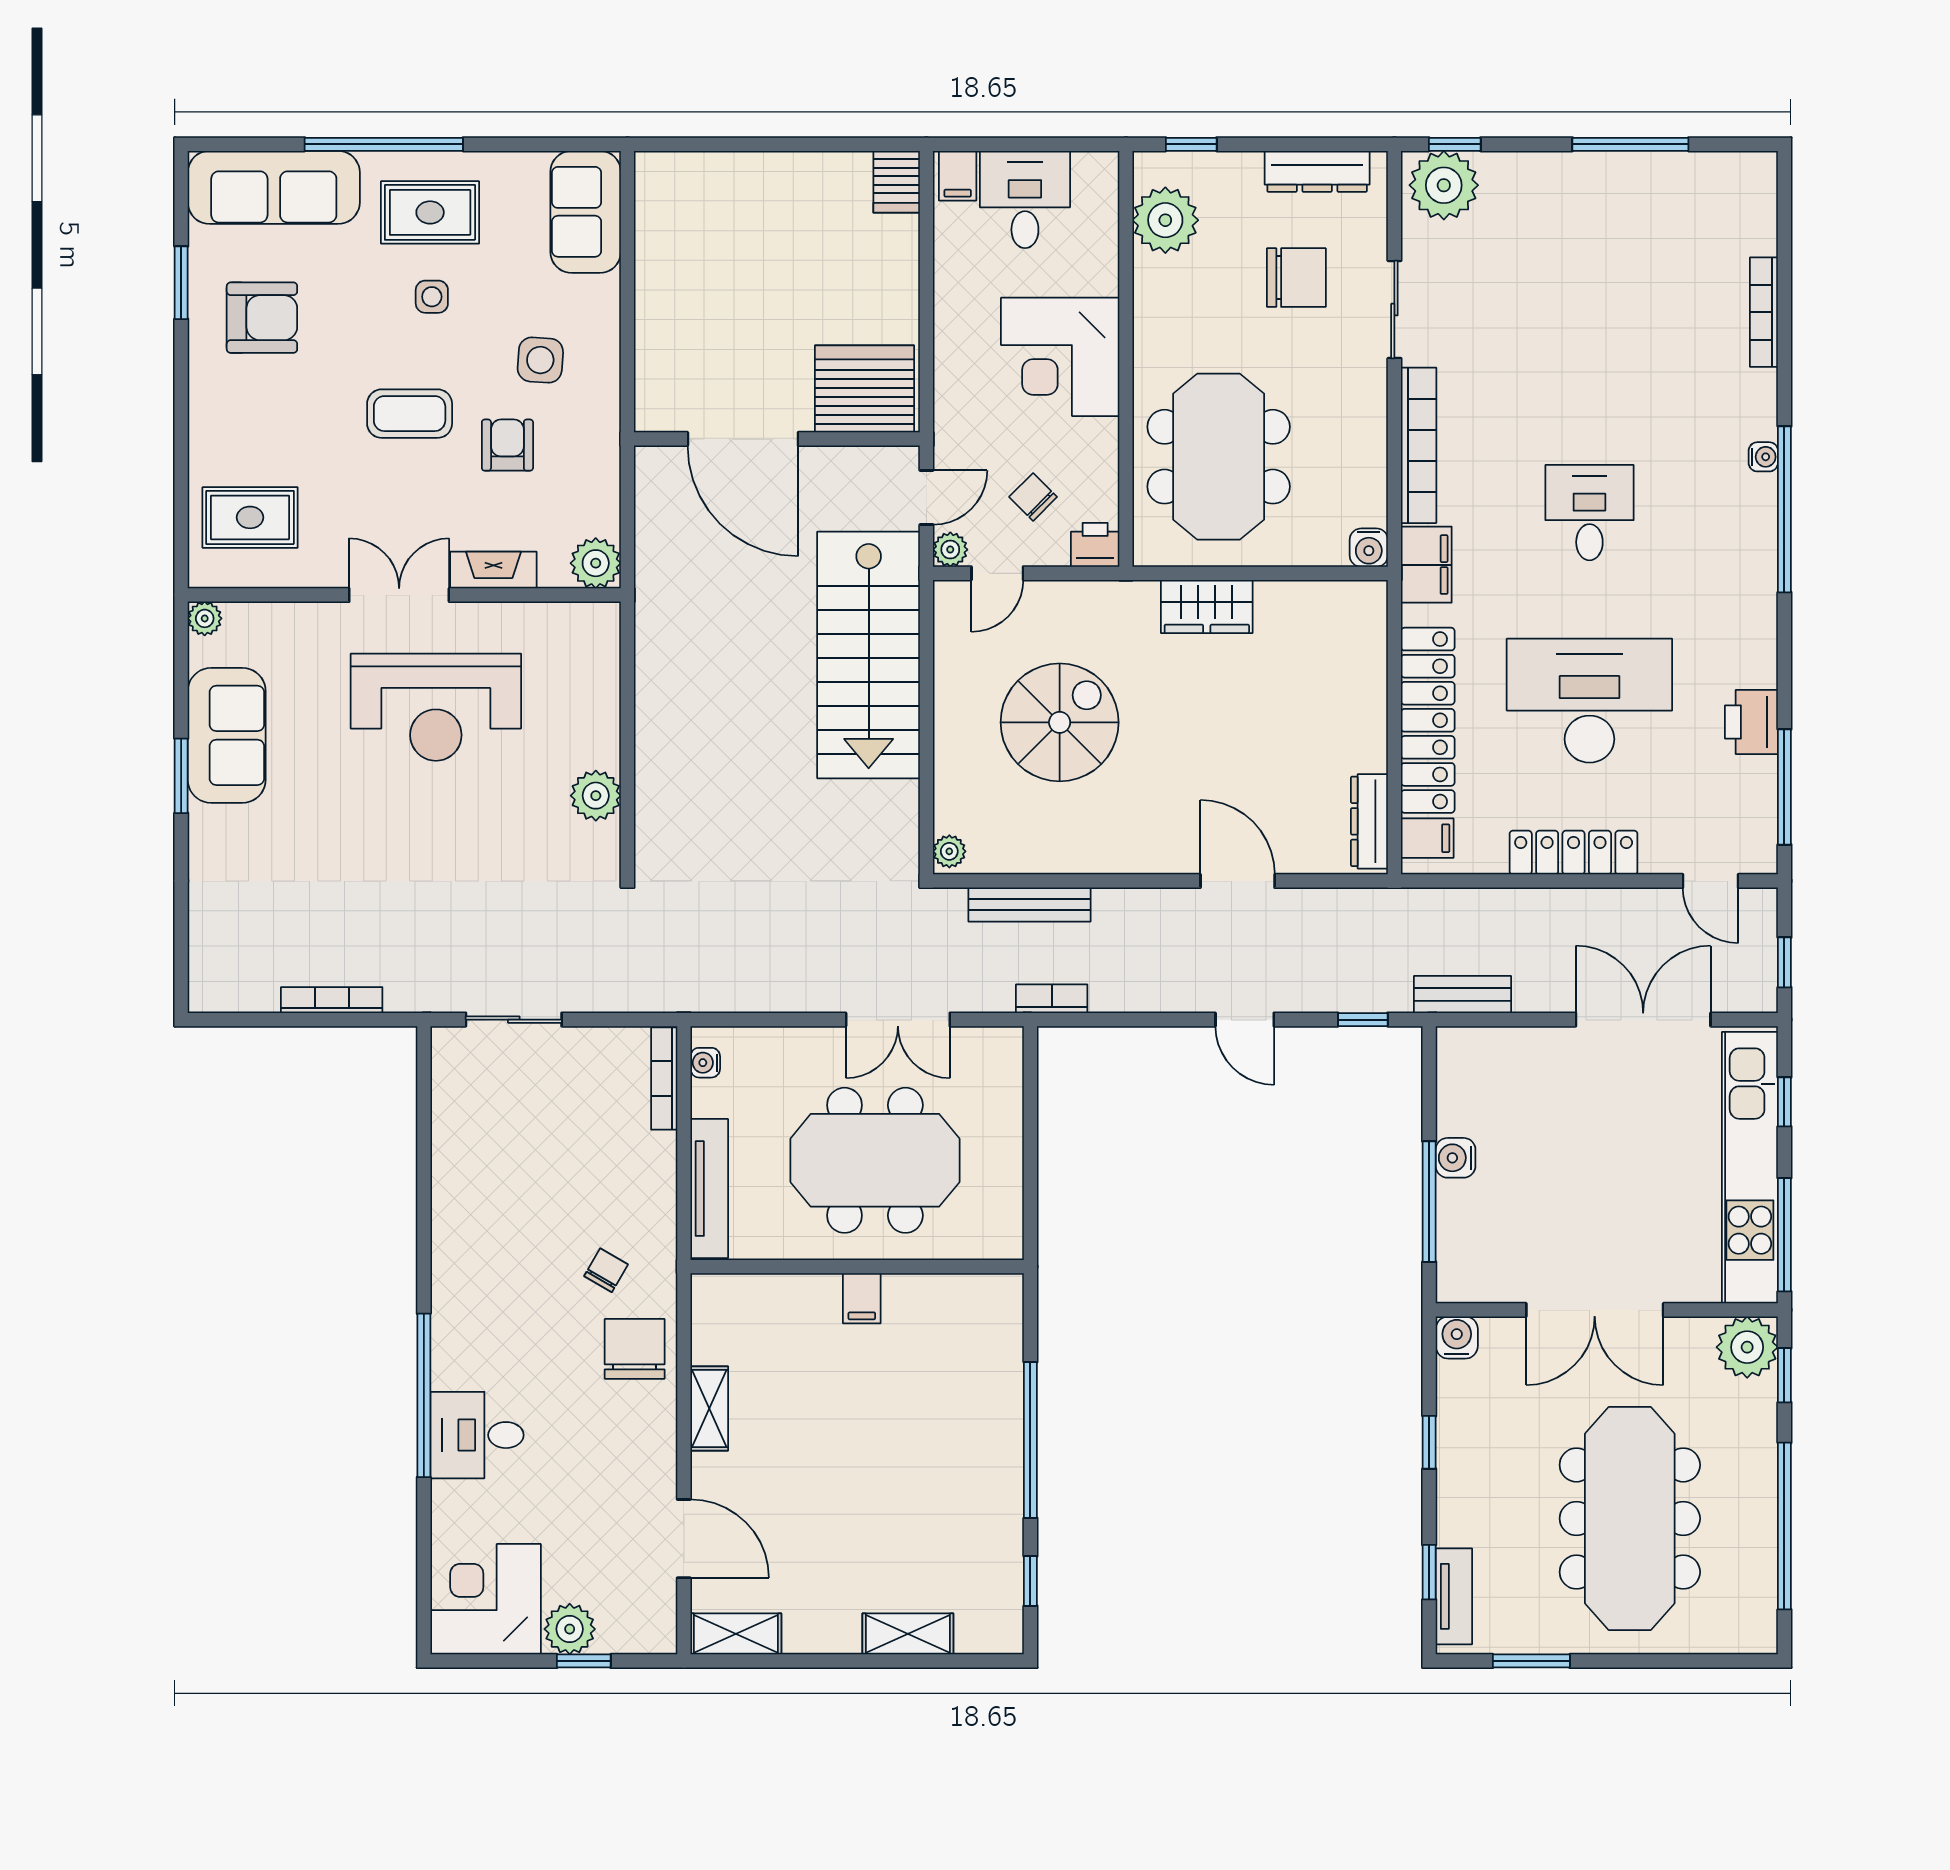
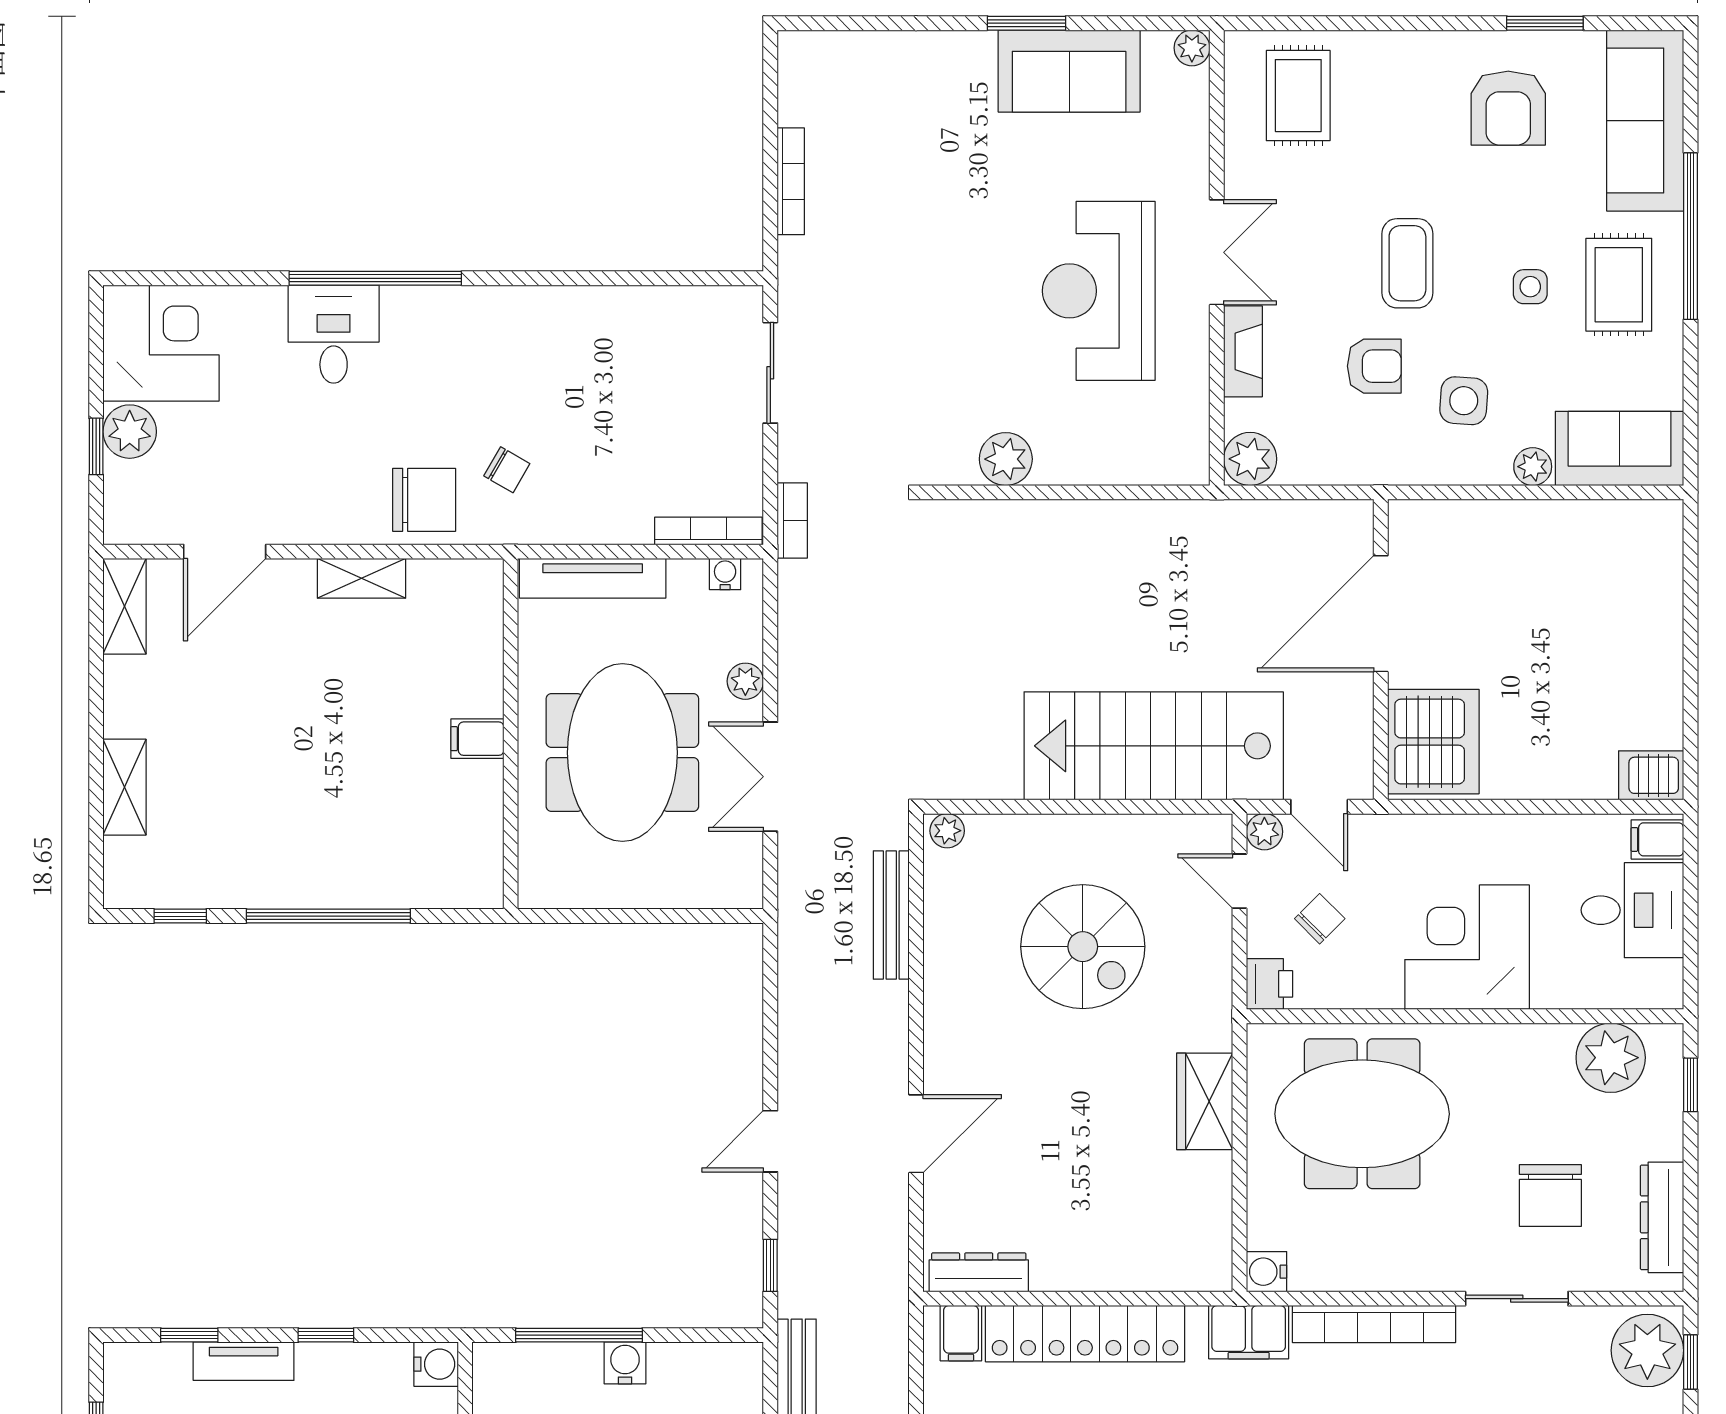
plant: (603, 294) -> (1533, 467), added
bookcase: (1052, 999) -> (792, 520), moved
plant: (807, 1043) -> (745, 681), added
tv unit: (1454, 1596) -> (244, 1361), moved

